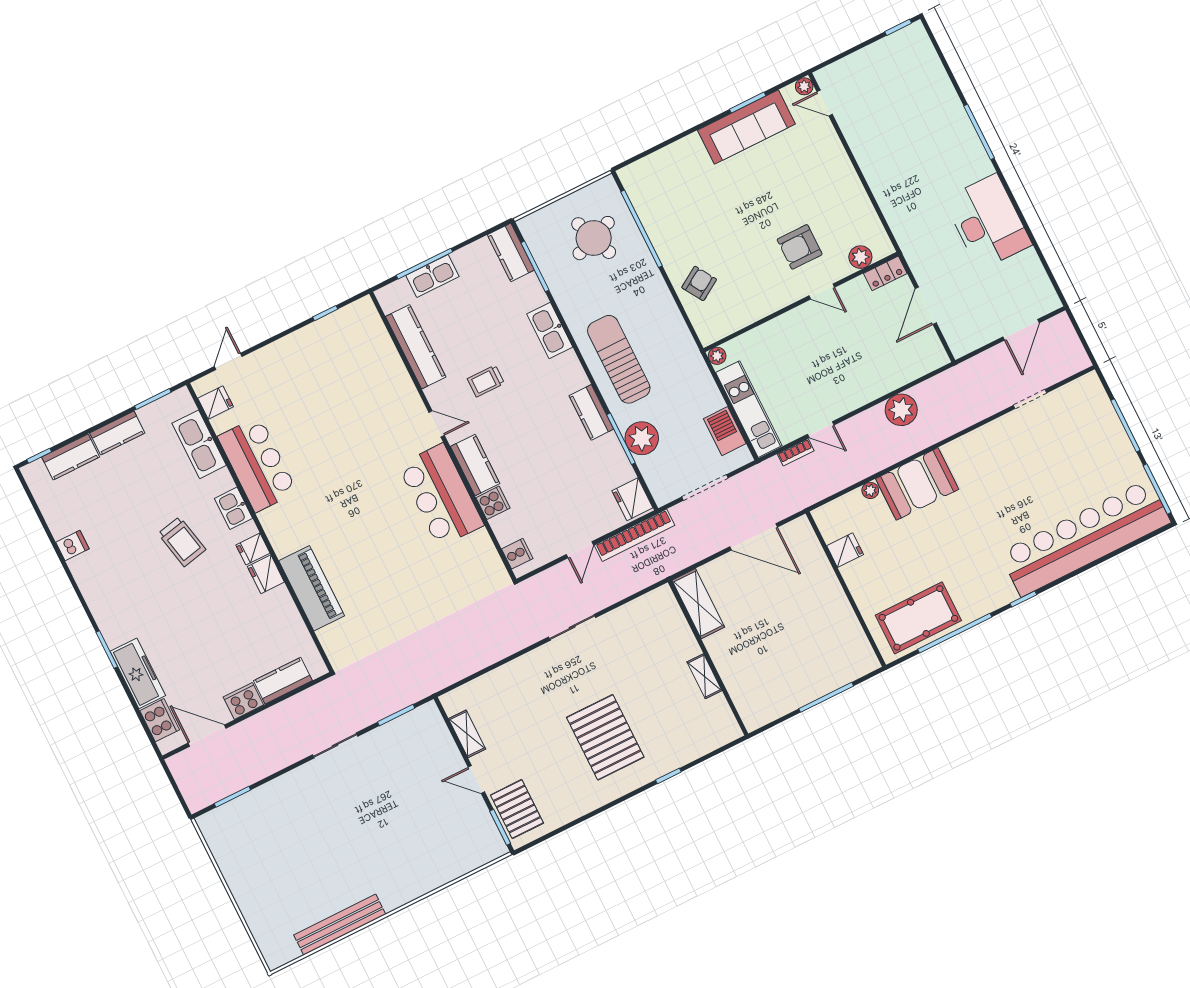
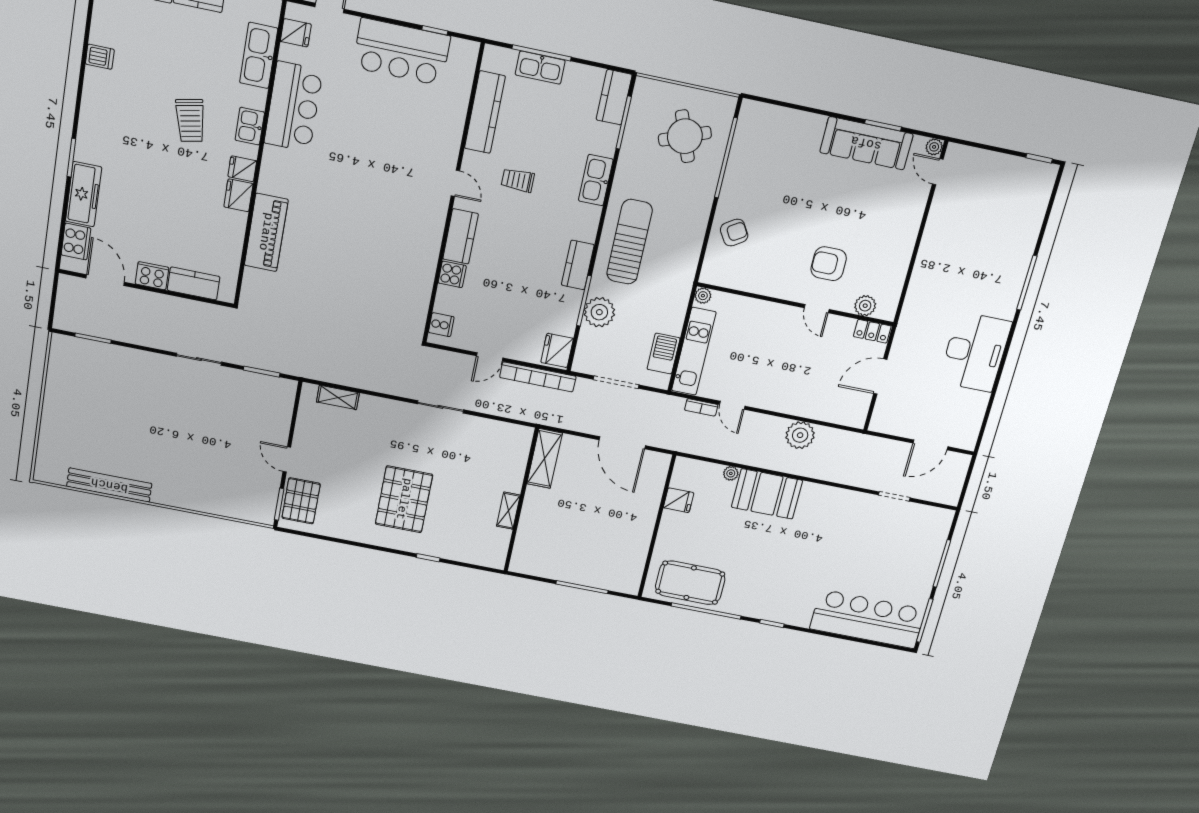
bar counter: (441, 495) -> (402, 52), moved, turned -90
bar counter: (1085, 538) -> (868, 619), width x0.73
shelving: (467, 734) -> (338, 397), moved, turned 90

